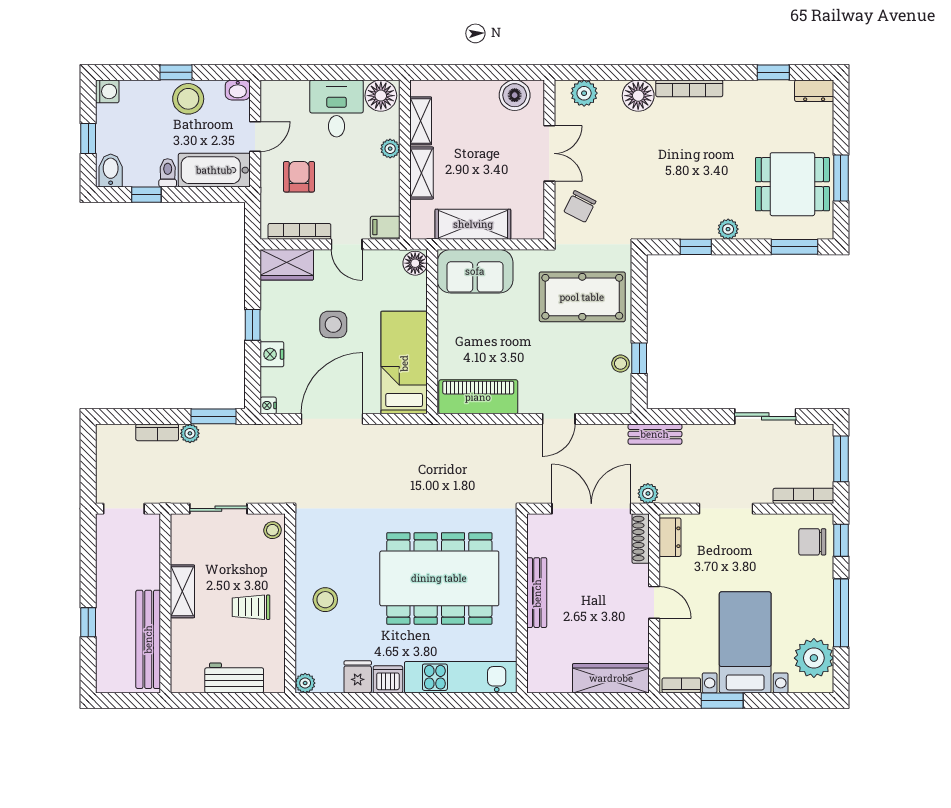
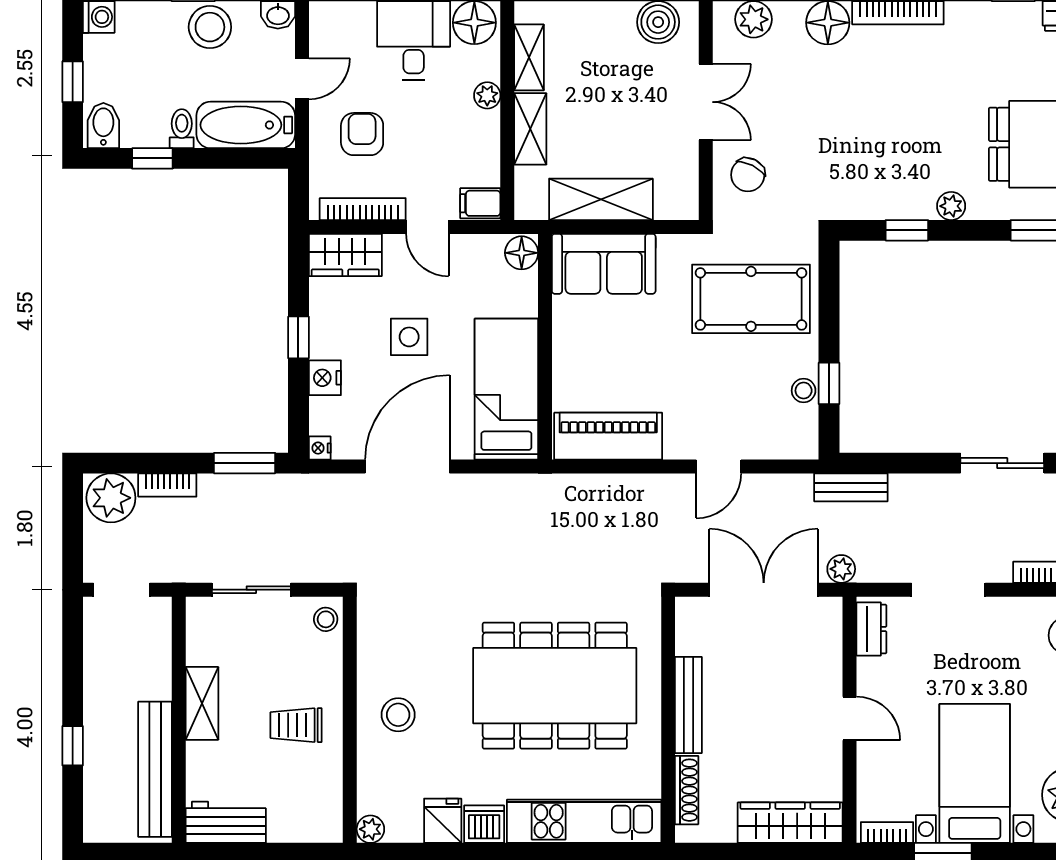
plant: (190, 433) -> (111, 498), moved, width x1.87, depth x1.87
shoe rack: (641, 539) -> (687, 790), moved, turned 180
workbench: (234, 678) -> (226, 822), moved

